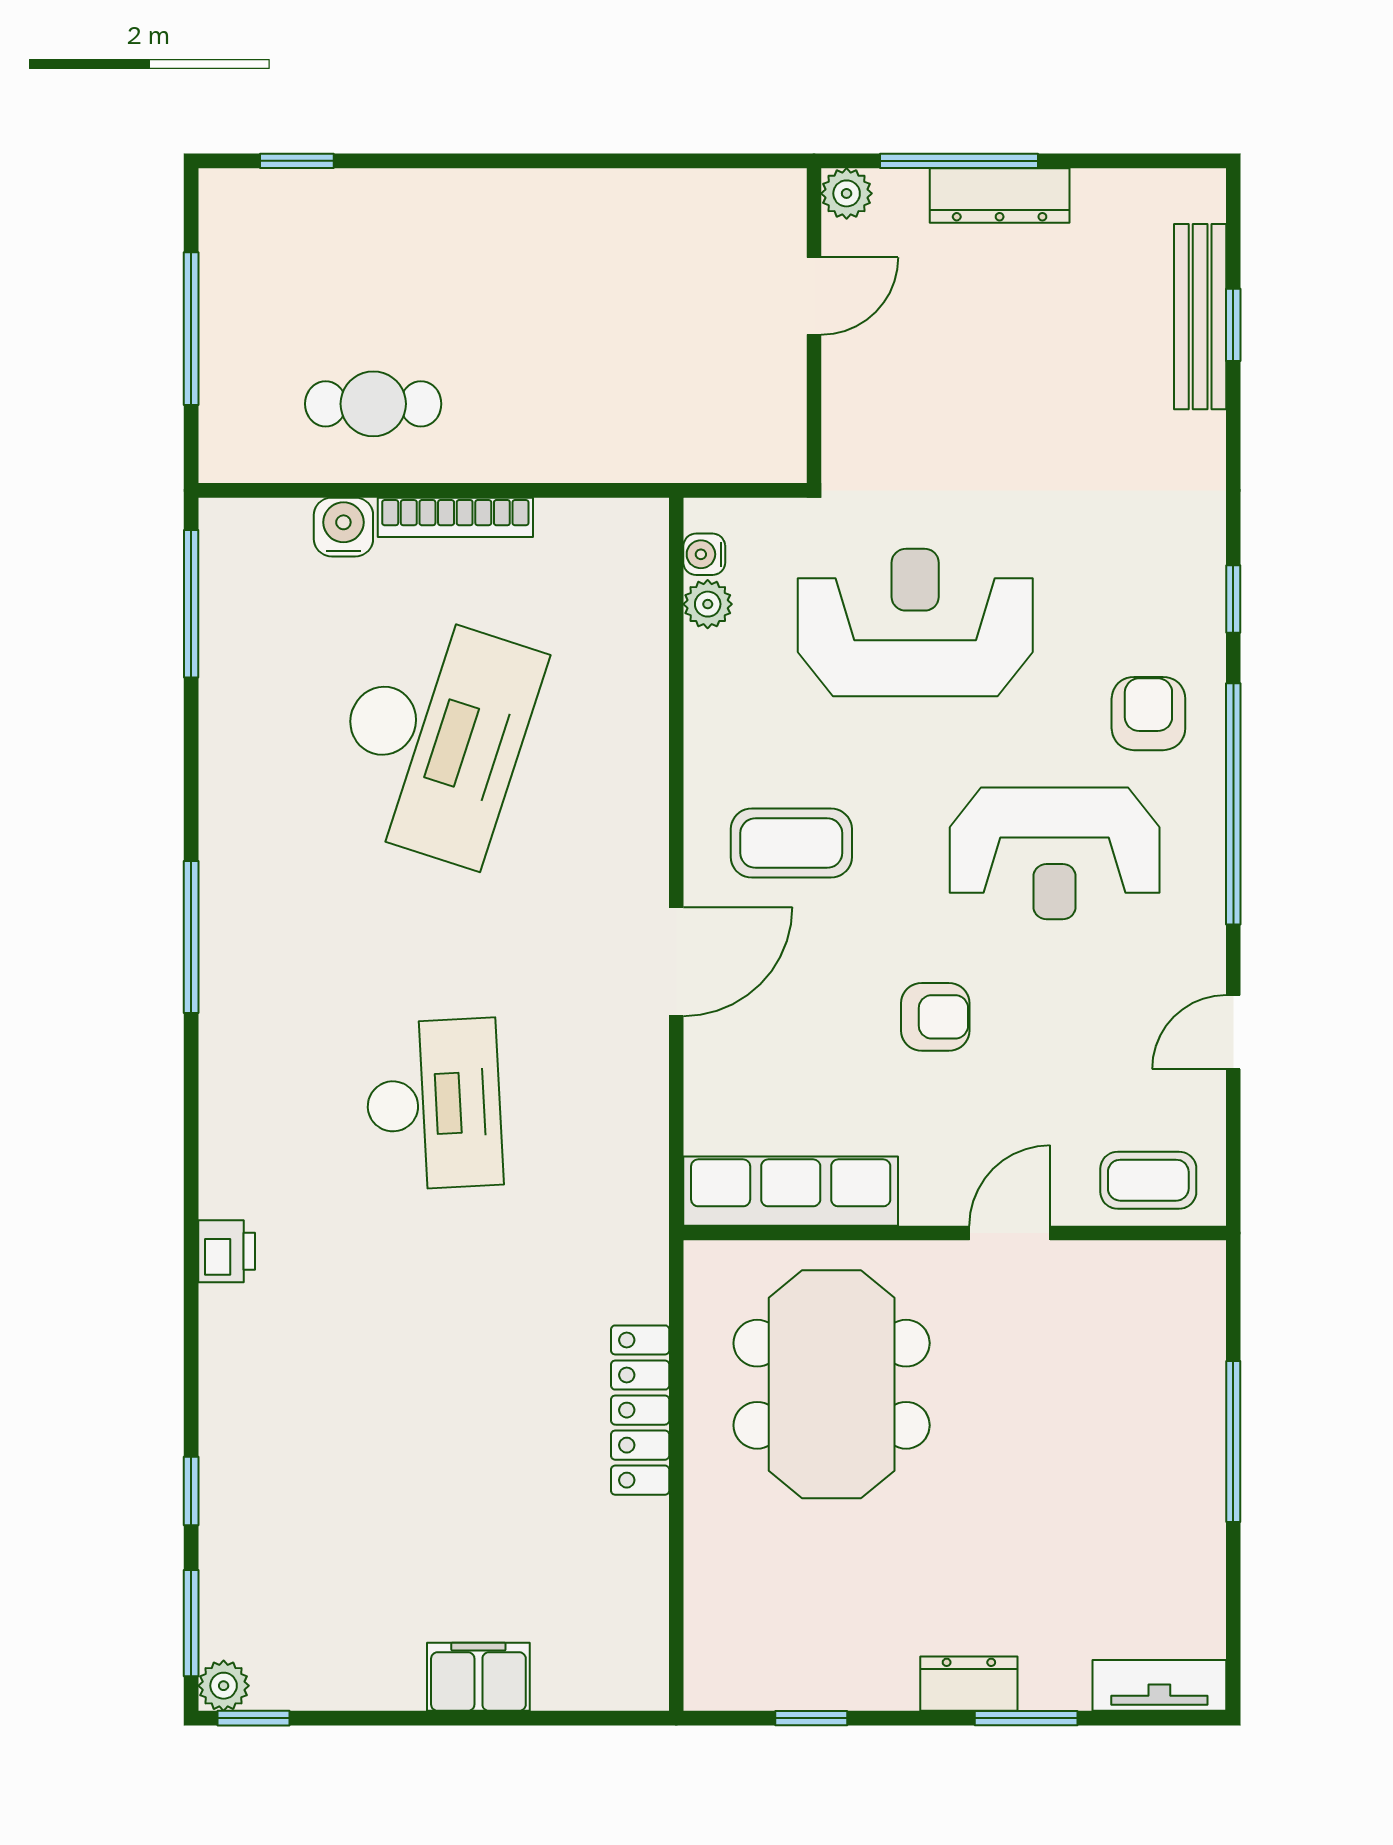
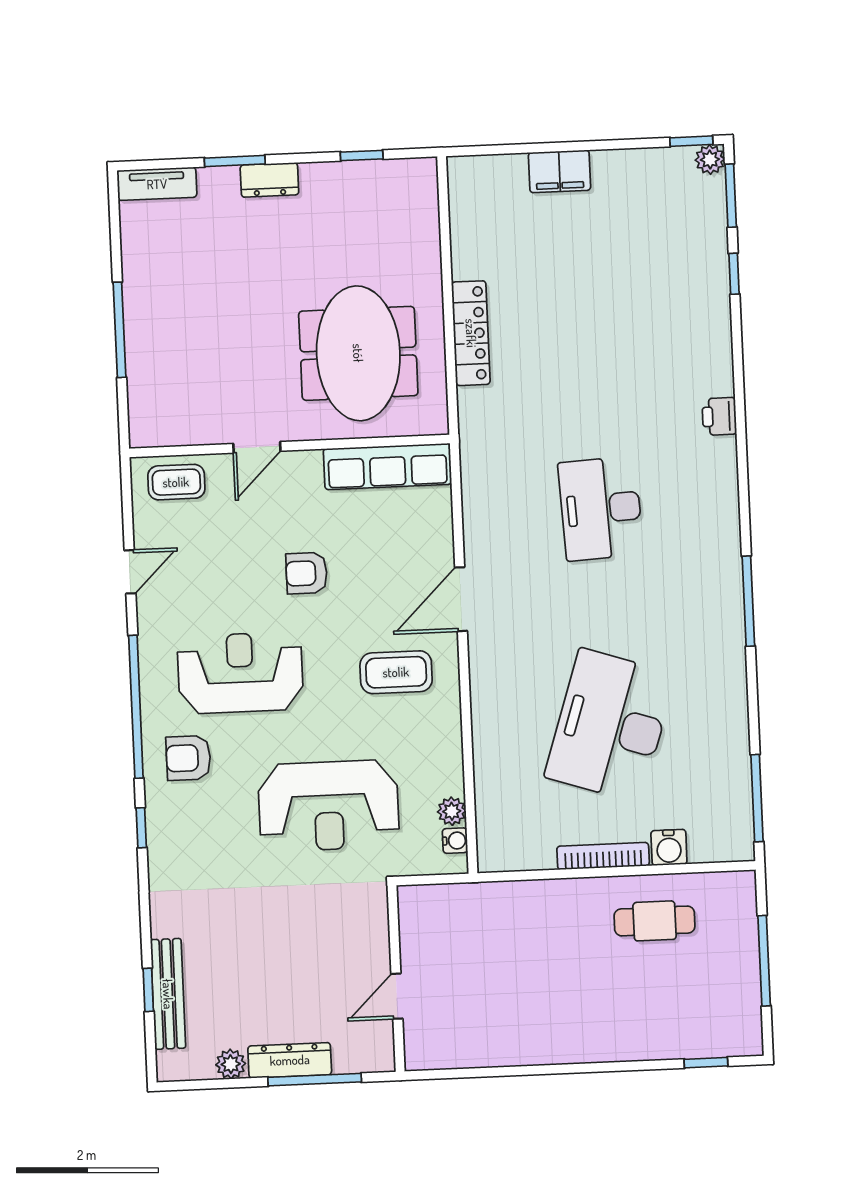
plant: (847, 193) -> (231, 1064), moved
armchair: (1148, 714) -> (188, 758), turned 90

